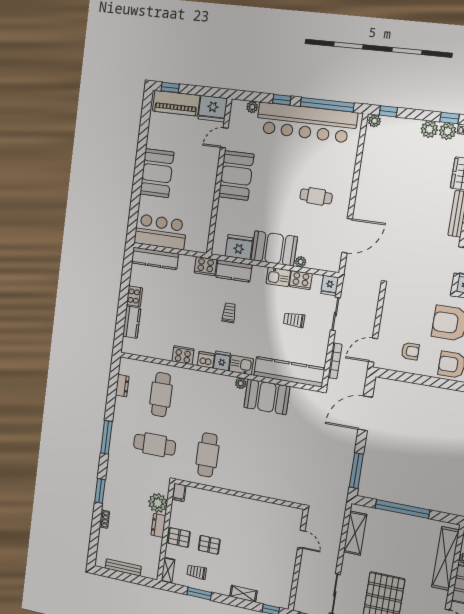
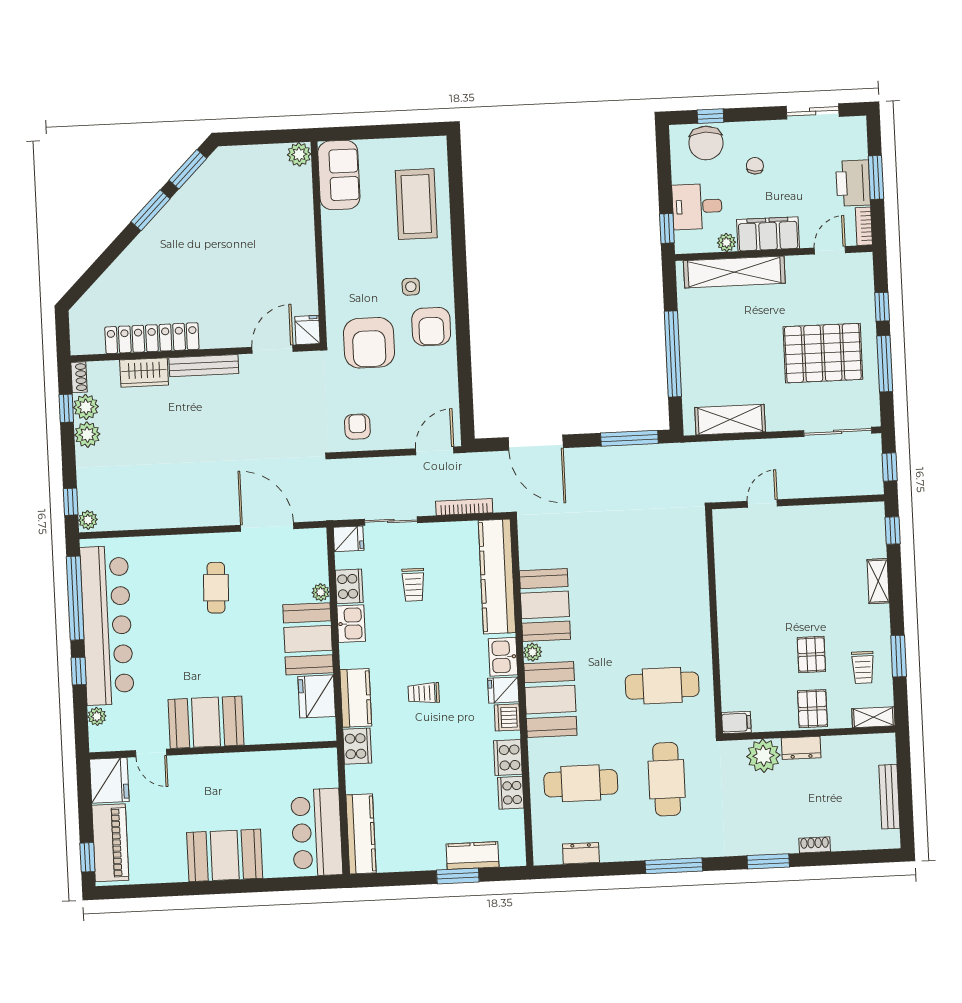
cooker: (135, 296) -> (511, 793), moved, turned -90
window: (122, 311) -> (458, 876), added
door: (373, 350) -> (435, 451), swing flipped
armchair: (410, 351) -> (357, 427), moved
booth: (211, 388) -> (550, 700), added

